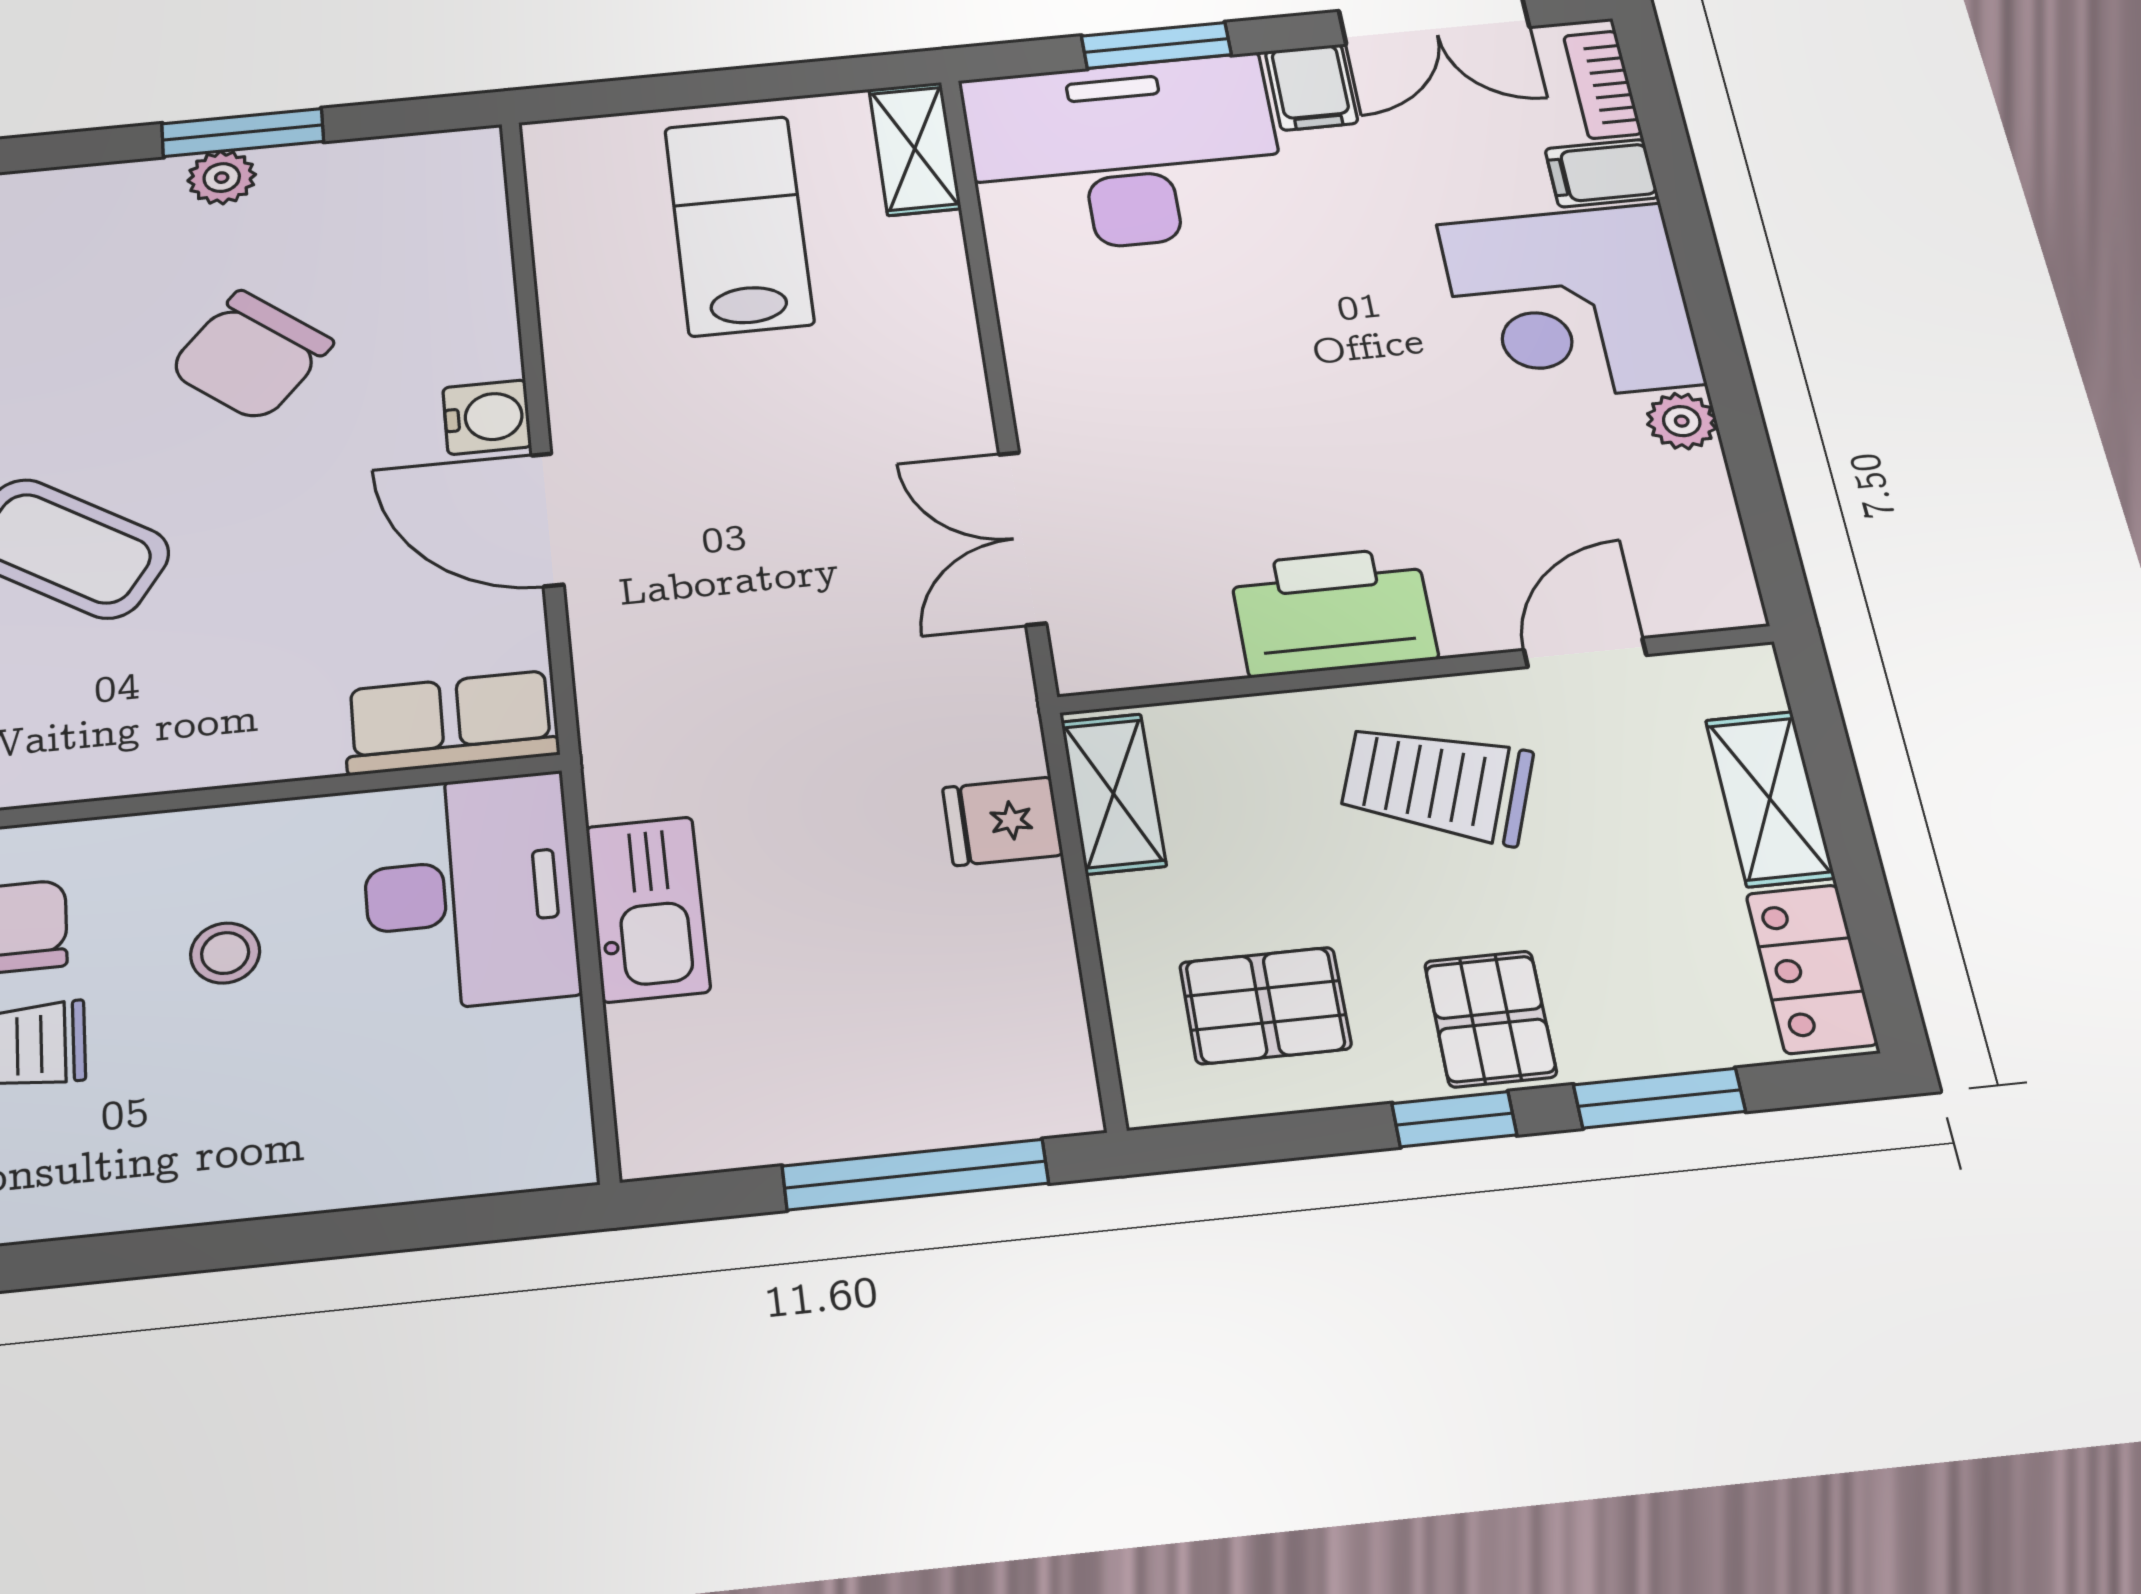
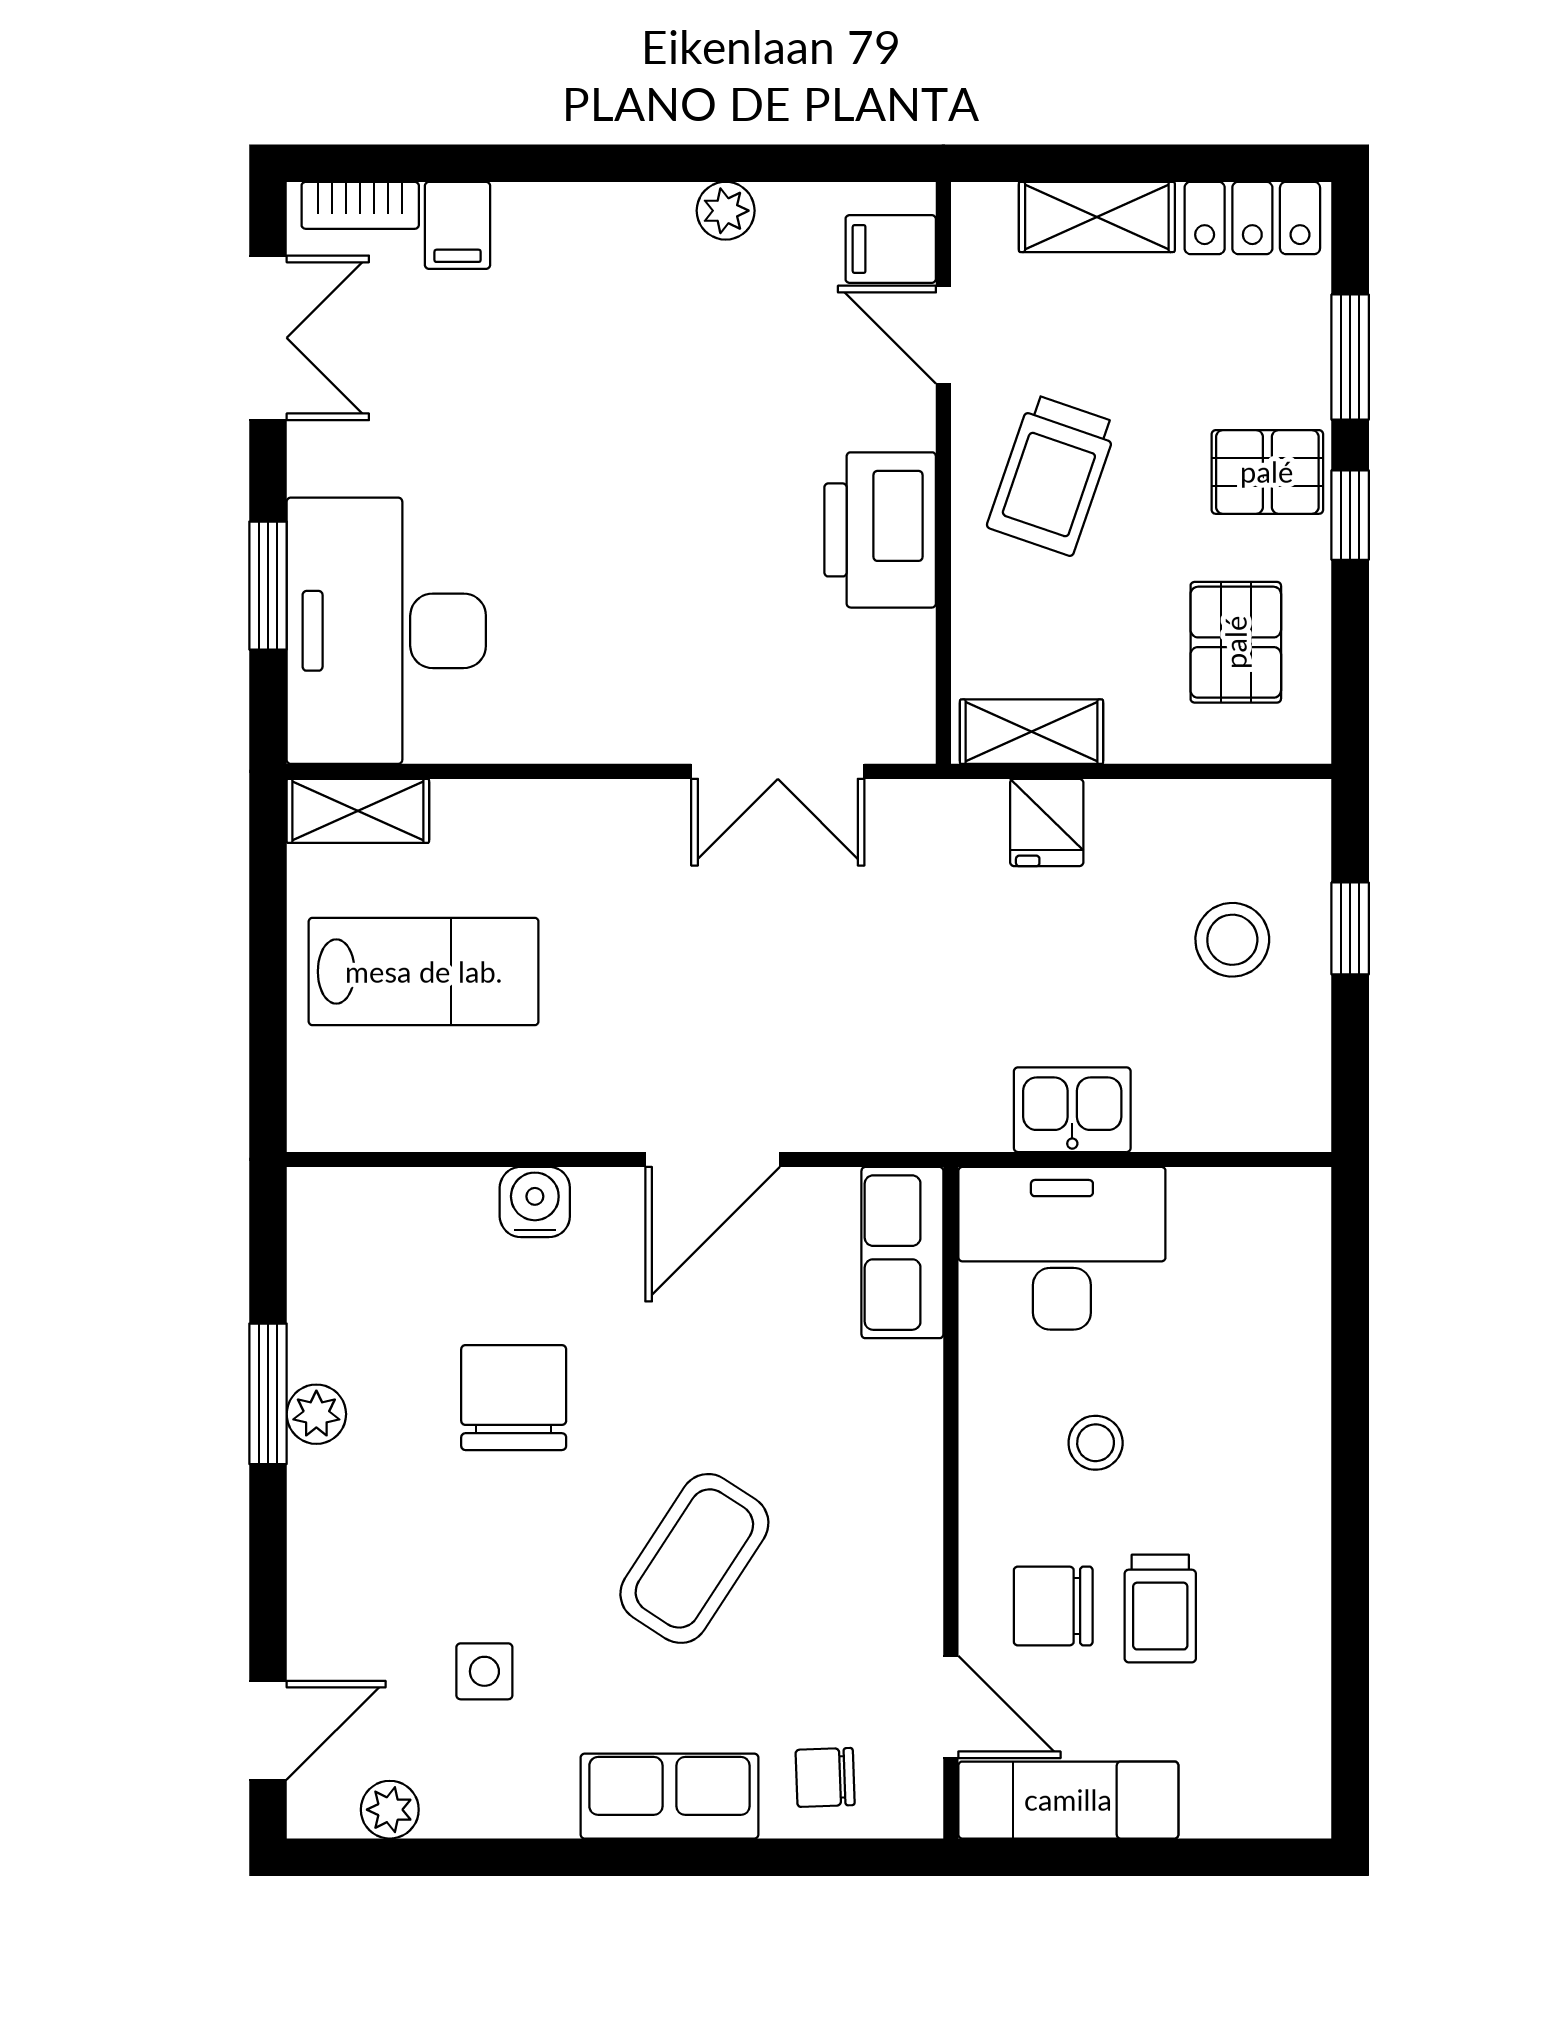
filing cabinet: (1311, 87) -> (891, 249), moved, turned 180
lab bench: (739, 225) -> (424, 972), turned 180
corner desk: (1570, 304) -> (593, 279), removed
chair: (250, 356) -> (514, 1398), turned -130
water cooler: (487, 417) -> (535, 1202), moved
kitchen sink: (648, 909) -> (1072, 1110), width x0.73
stool: (883, 1040) -> (1232, 940), added
window: (915, 1175) -> (1350, 928), width x0.46

